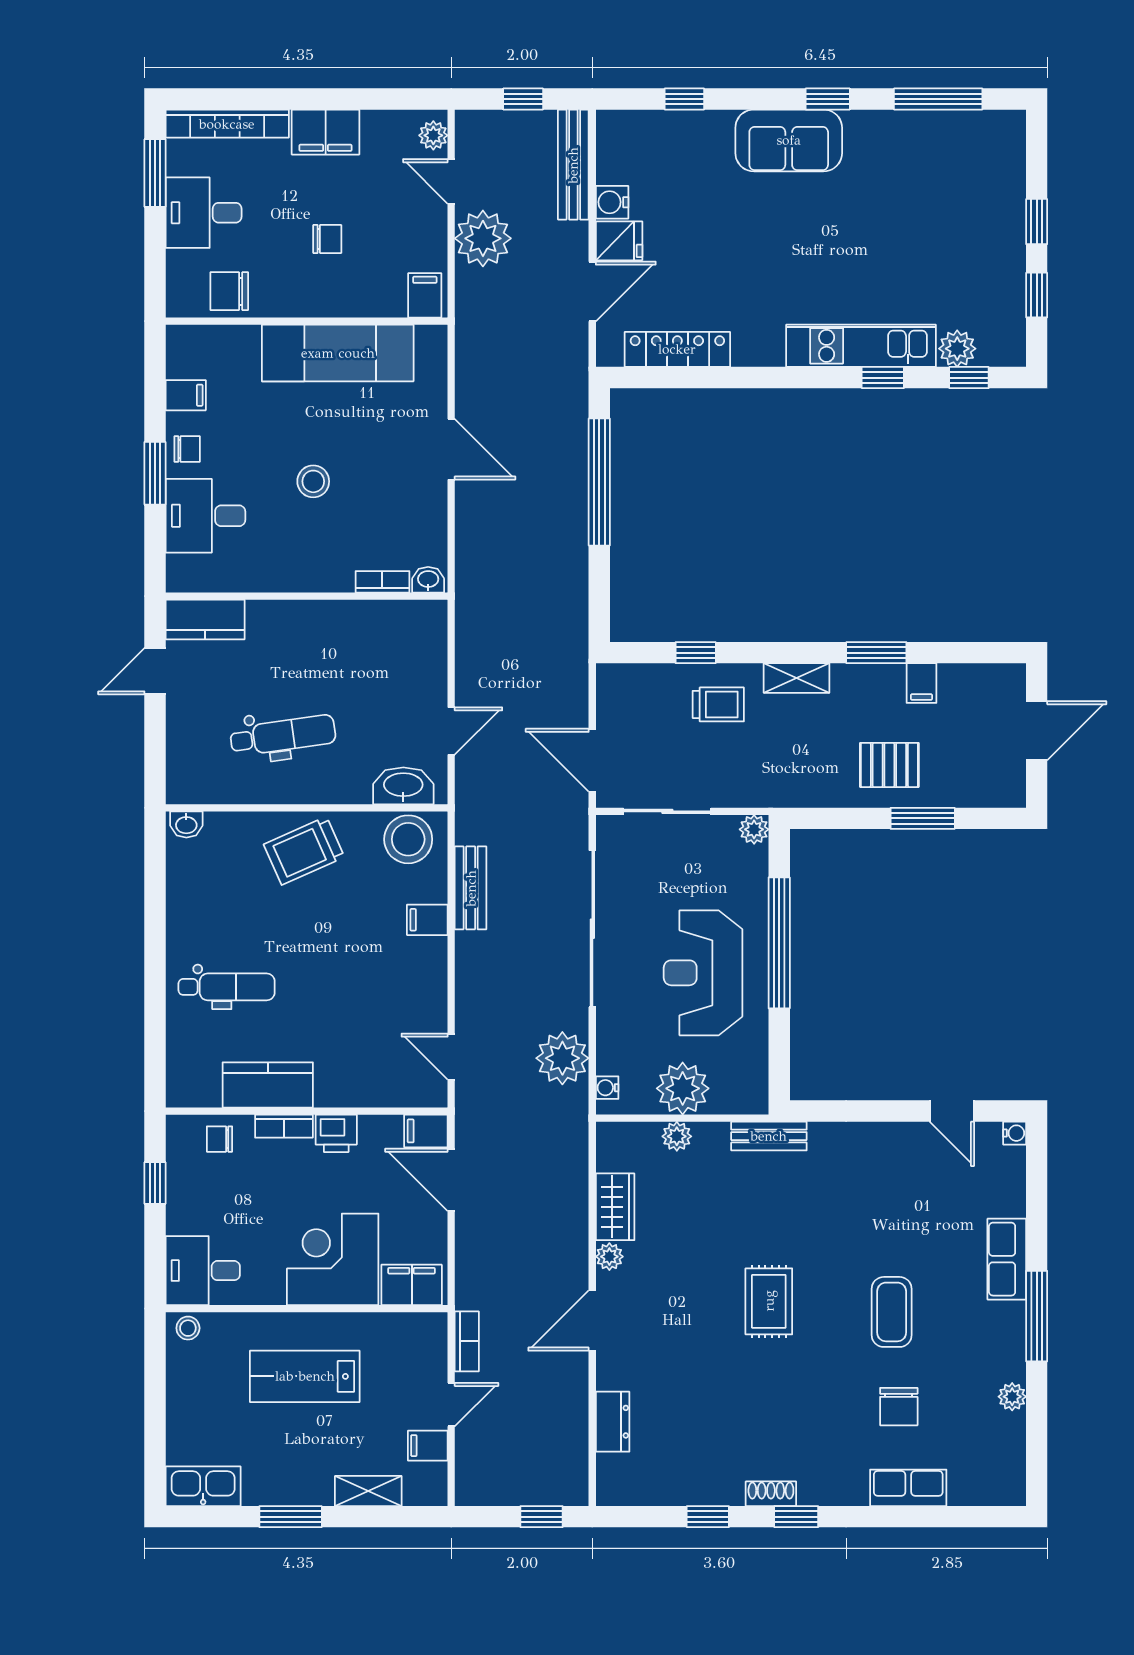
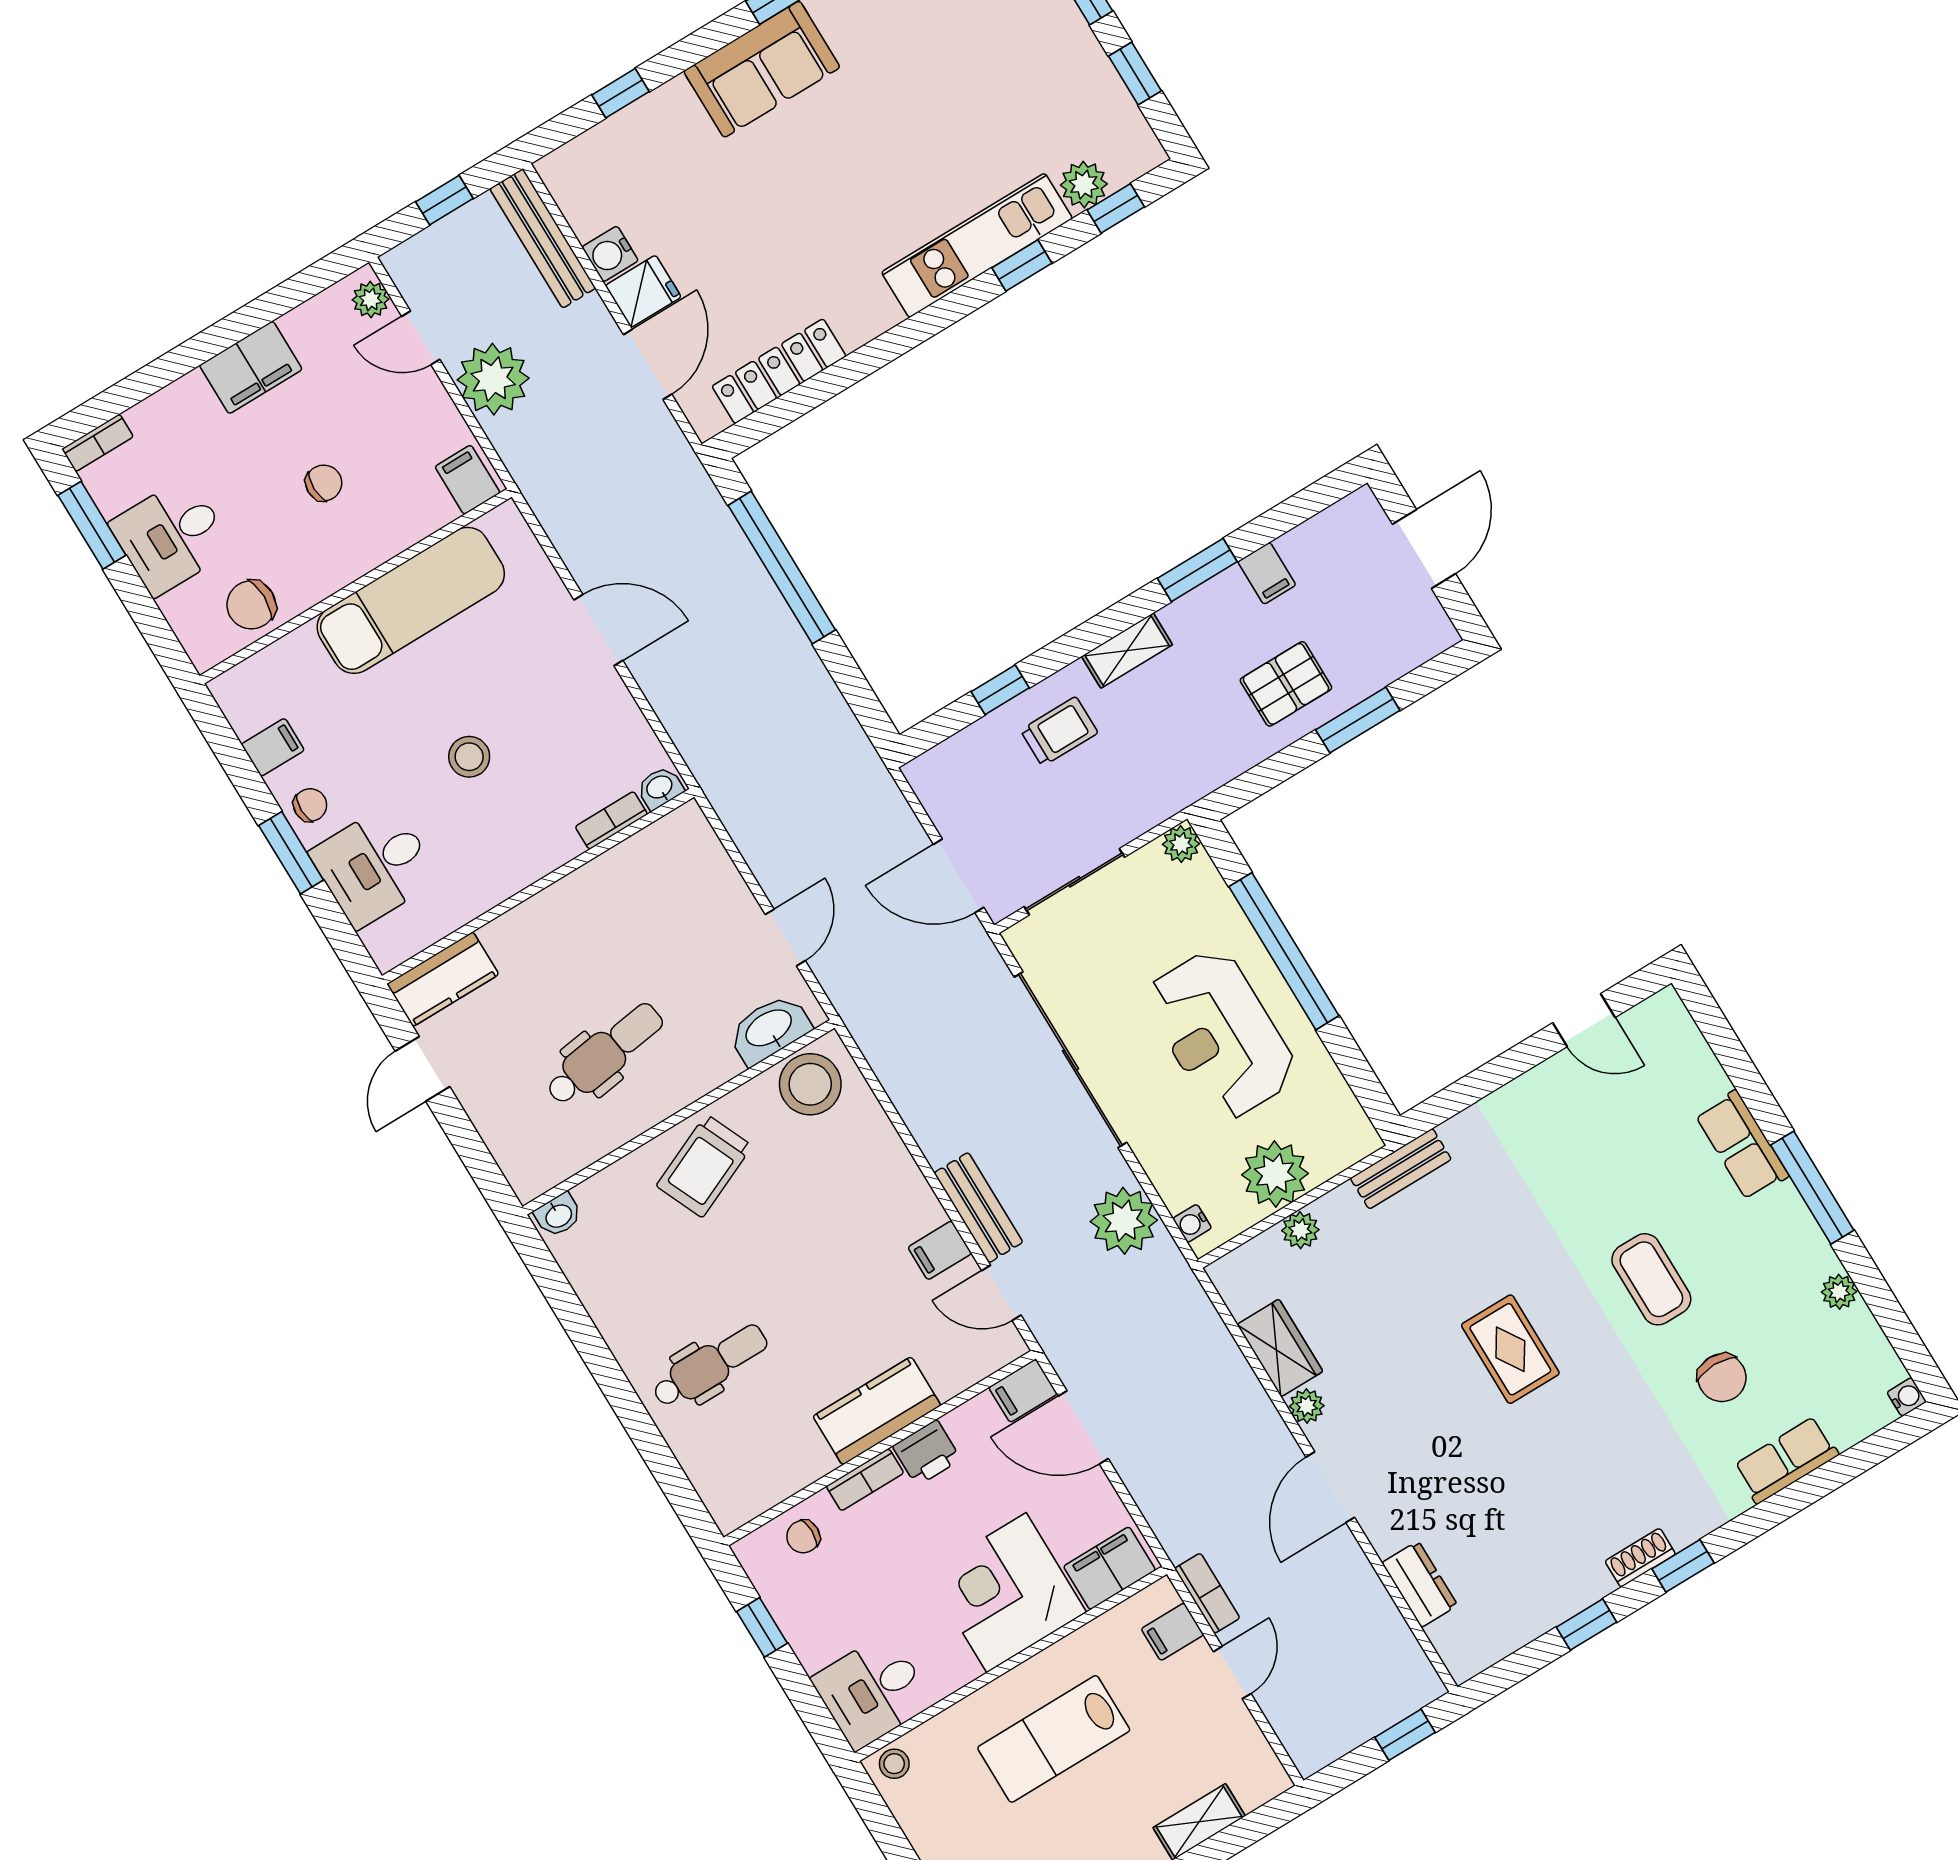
bookcase: (227, 124) -> (98, 443), width x0.43, depth x0.76
bench: (471, 888) -> (978, 1208), moved
filing cabinet: (427, 920) -> (940, 1250), moved
kitchen counter: (268, 1085) -> (877, 1411), moved
water cooler: (1015, 1133) -> (1907, 1397), moved
filing cabinet: (428, 1446) -> (1172, 1632), moved

